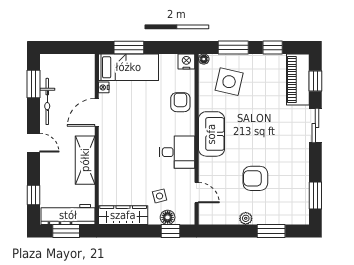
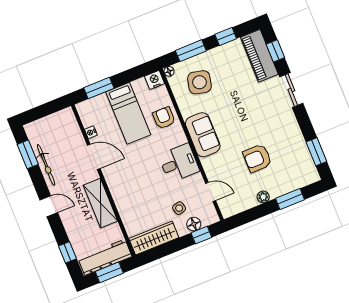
bed: (128, 67) -> (128, 113), moved, turned 90
door: (97, 112) -> (94, 157), swing flipped

